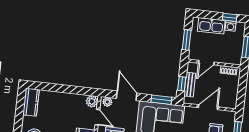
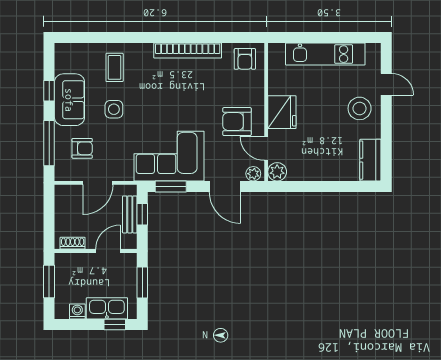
window: (230, 17) -> (115, 325), moved

